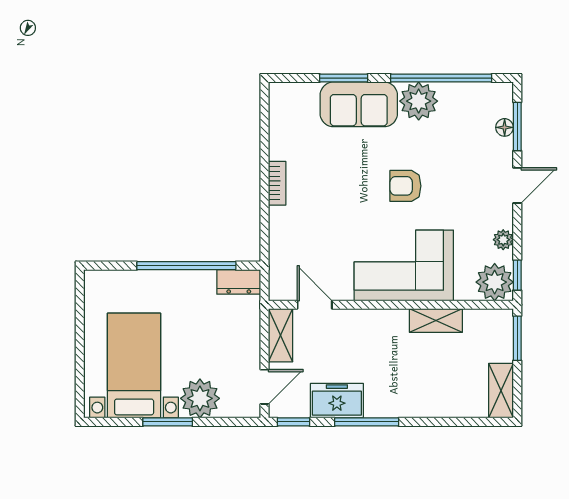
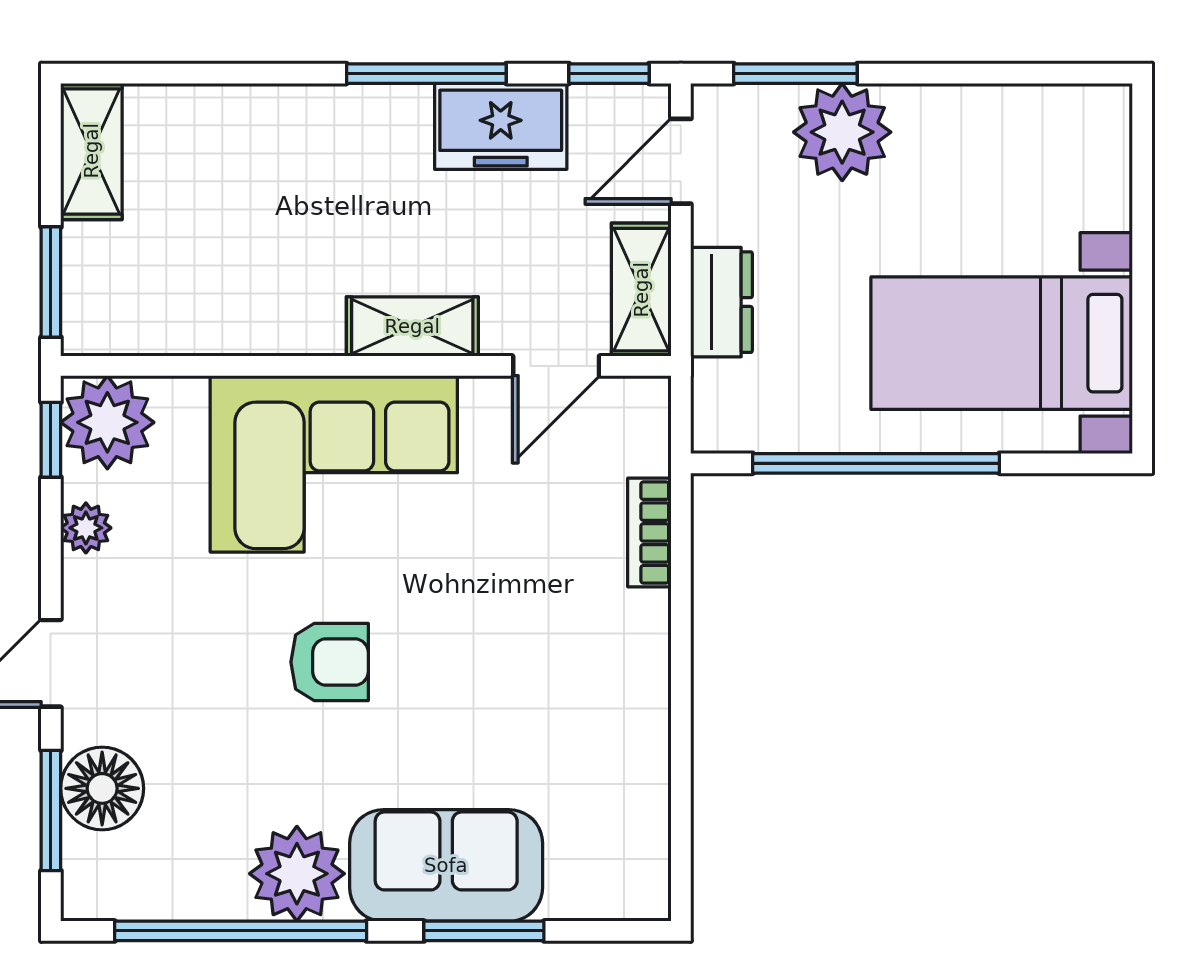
floor lamp: (505, 127) -> (102, 788), width x1.89, depth x1.89
bookcase: (277, 183) -> (649, 532), moved
dresser: (239, 282) -> (721, 302), moved, turned 90
door: (315, 305) -> (556, 366), hinge flipped
shelving: (436, 320) -> (412, 326), moved
bed with nightstands: (134, 366) -> (1002, 343), moved, turned 90
window: (168, 422) -> (795, 74), moved

